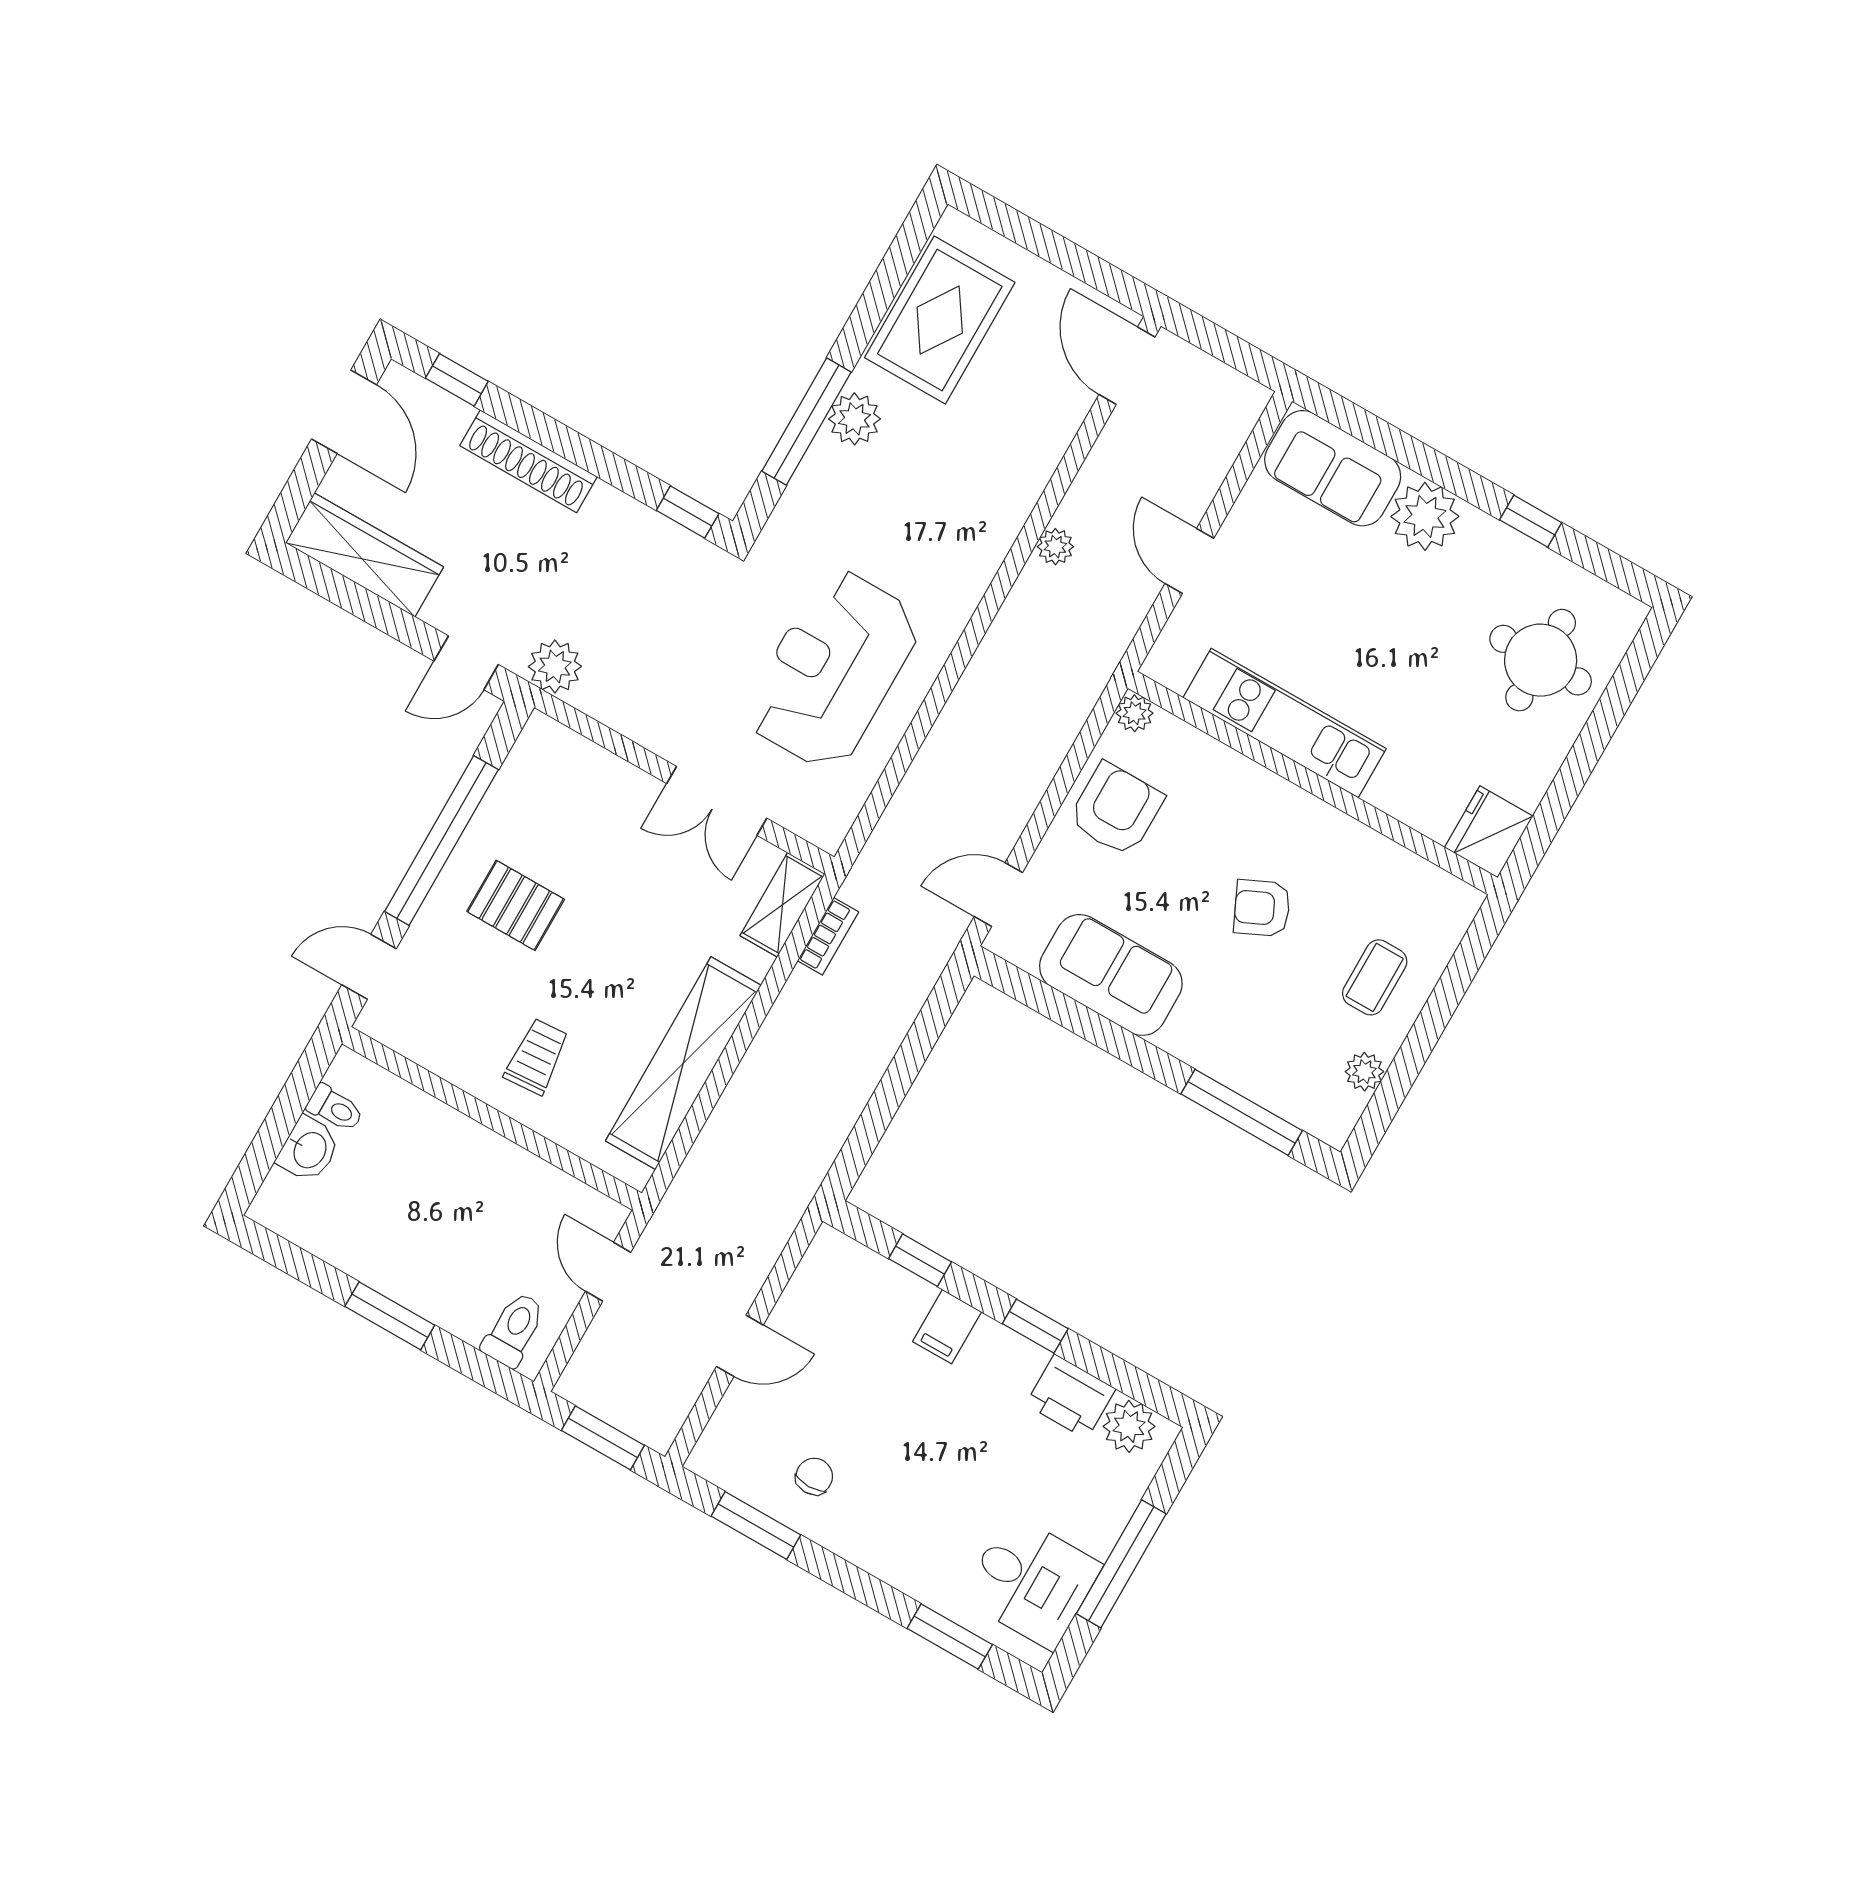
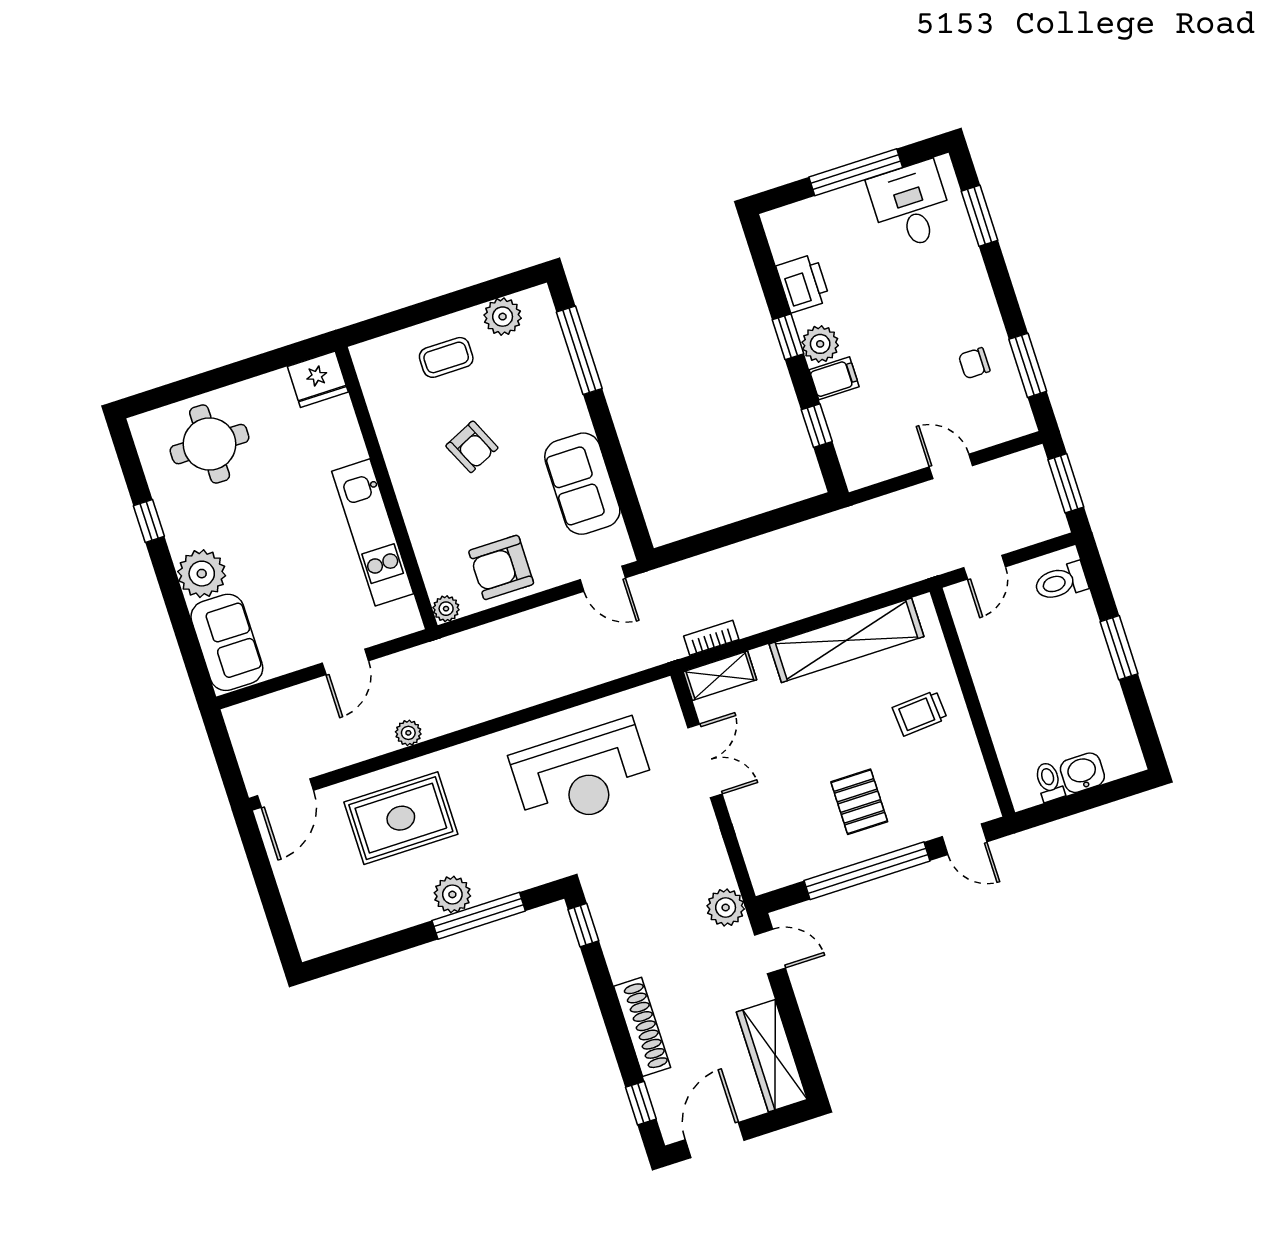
rug: (940, 320) -> (401, 818), moved
plant: (1364, 1072) -> (503, 317), width x1.38, depth x1.38
plant: (1129, 1426) -> (820, 344), moved

